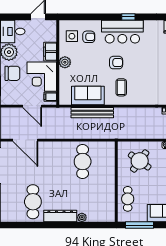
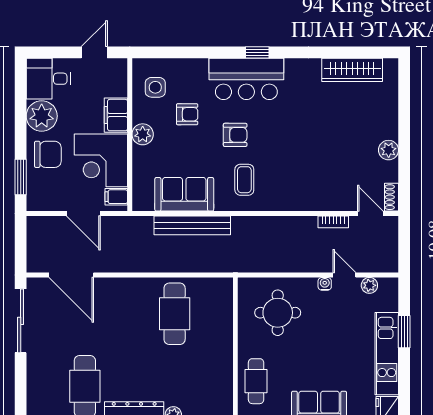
armchair: (89, 37) -> (187, 114), moved
round table: (140, 161) -> (278, 313), turned -36

